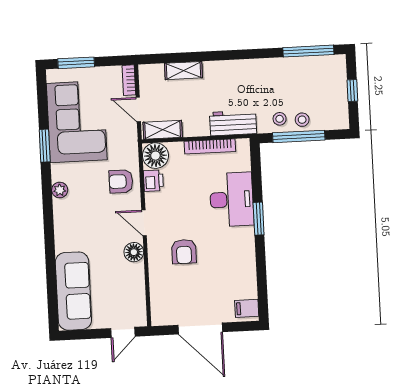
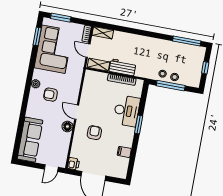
shelving: (184, 71) -> (103, 33), moved
workbench: (233, 123) -> (122, 67), moved
window: (45, 146) -> (37, 36), moved
floor lamp: (155, 156) -> (91, 78), removed
armchair: (121, 181) -> (51, 95), moved
printer: (153, 181) -> (73, 164), moved
armchair: (184, 252) -> (94, 133), turned 180
filing cabinet: (247, 308) -> (124, 152), moved

